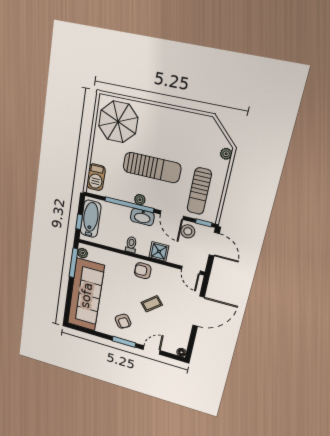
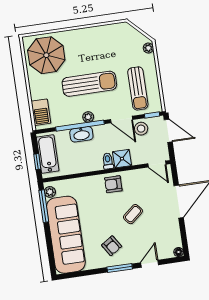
washbasin: (142, 217) -> (81, 134), moved
toilet: (131, 245) -> (108, 161), moved

